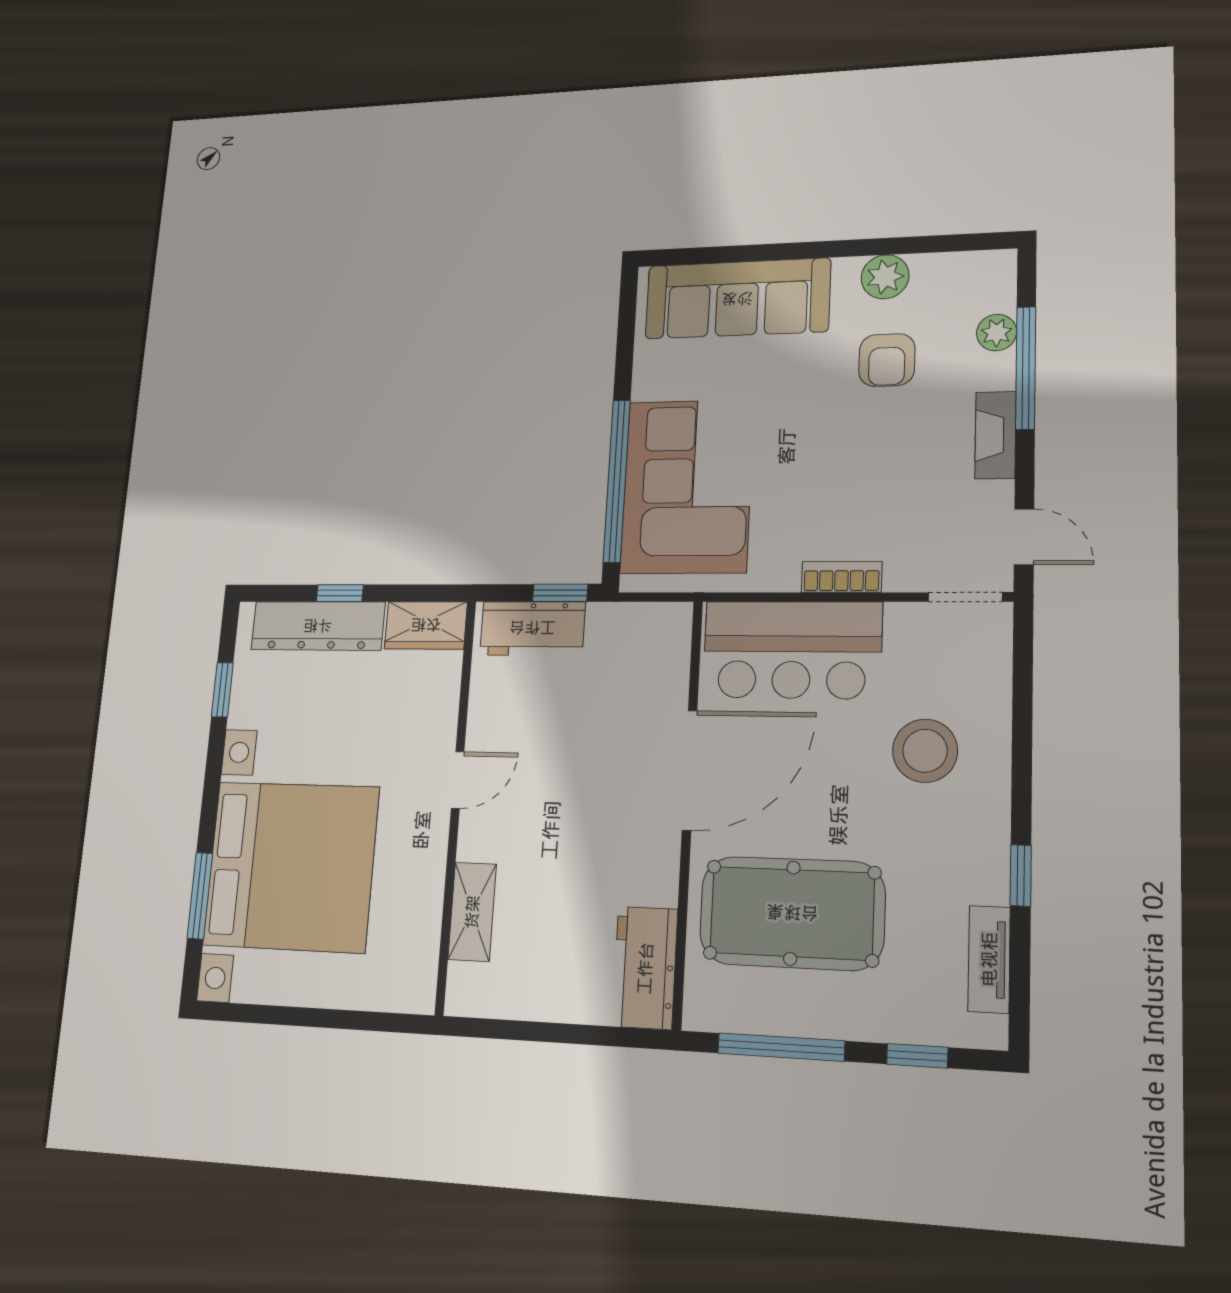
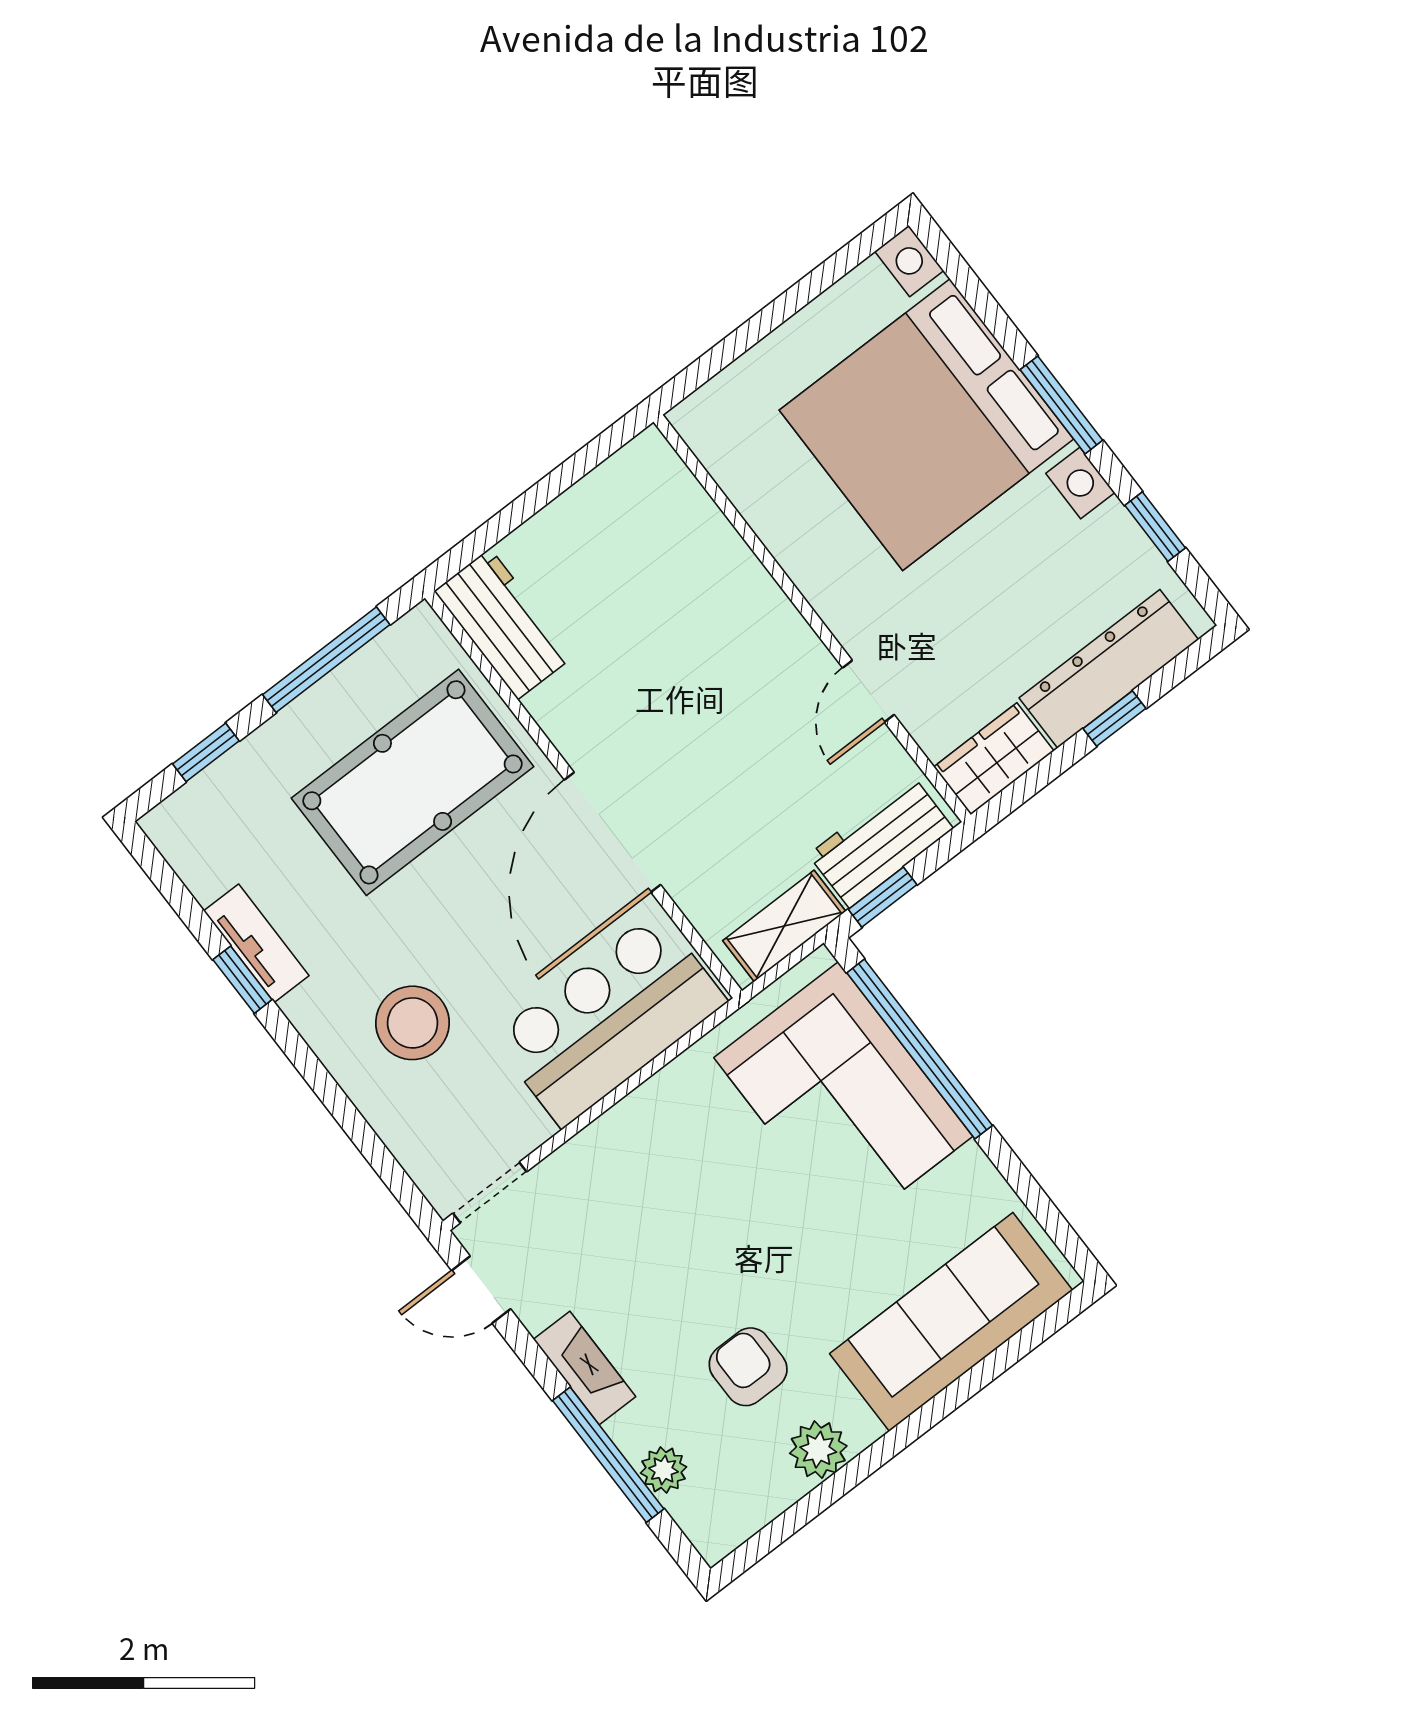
bookcase: (842, 577) -> (619, 1124), removed
door: (458, 780) -> (868, 691), moved
window: (200, 896) -> (1061, 405), moved
shelving: (472, 912) -> (784, 926), moved, turned 90
tv unit: (989, 959) -> (256, 943), moved

